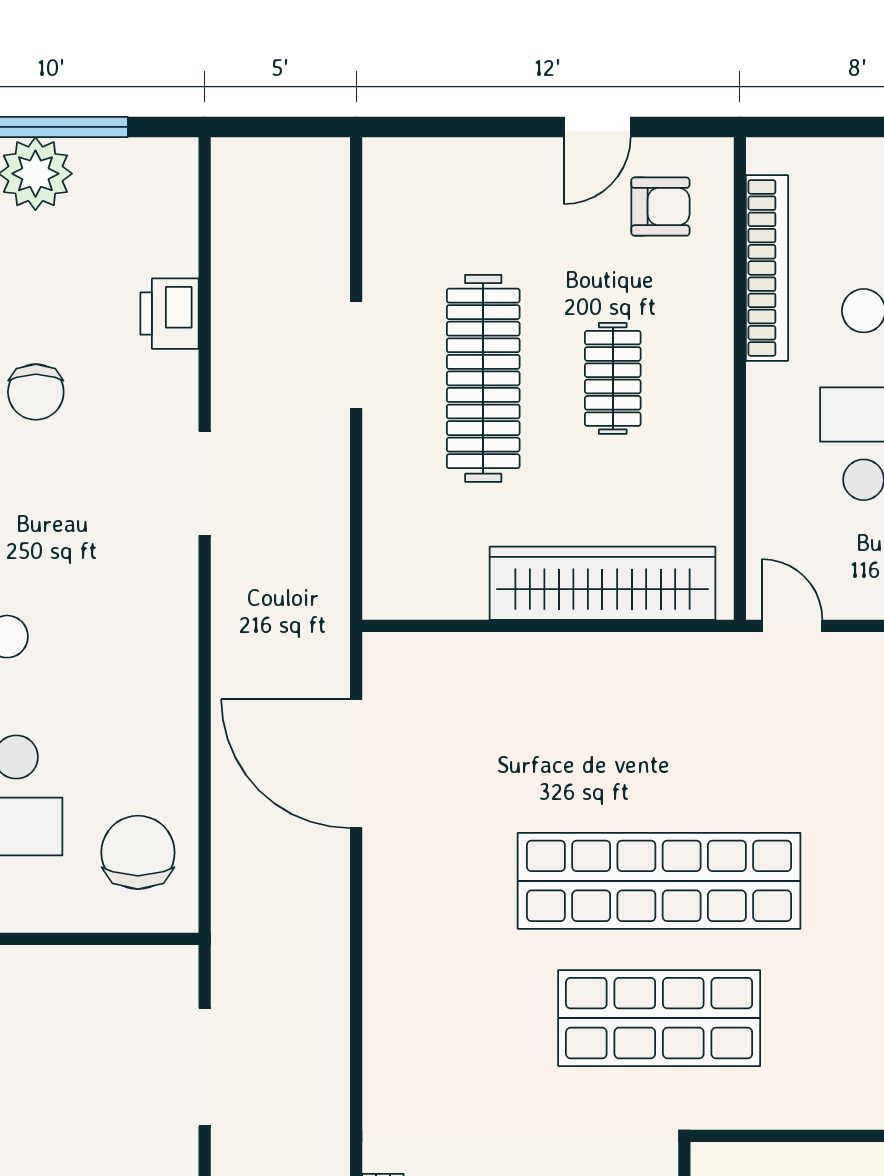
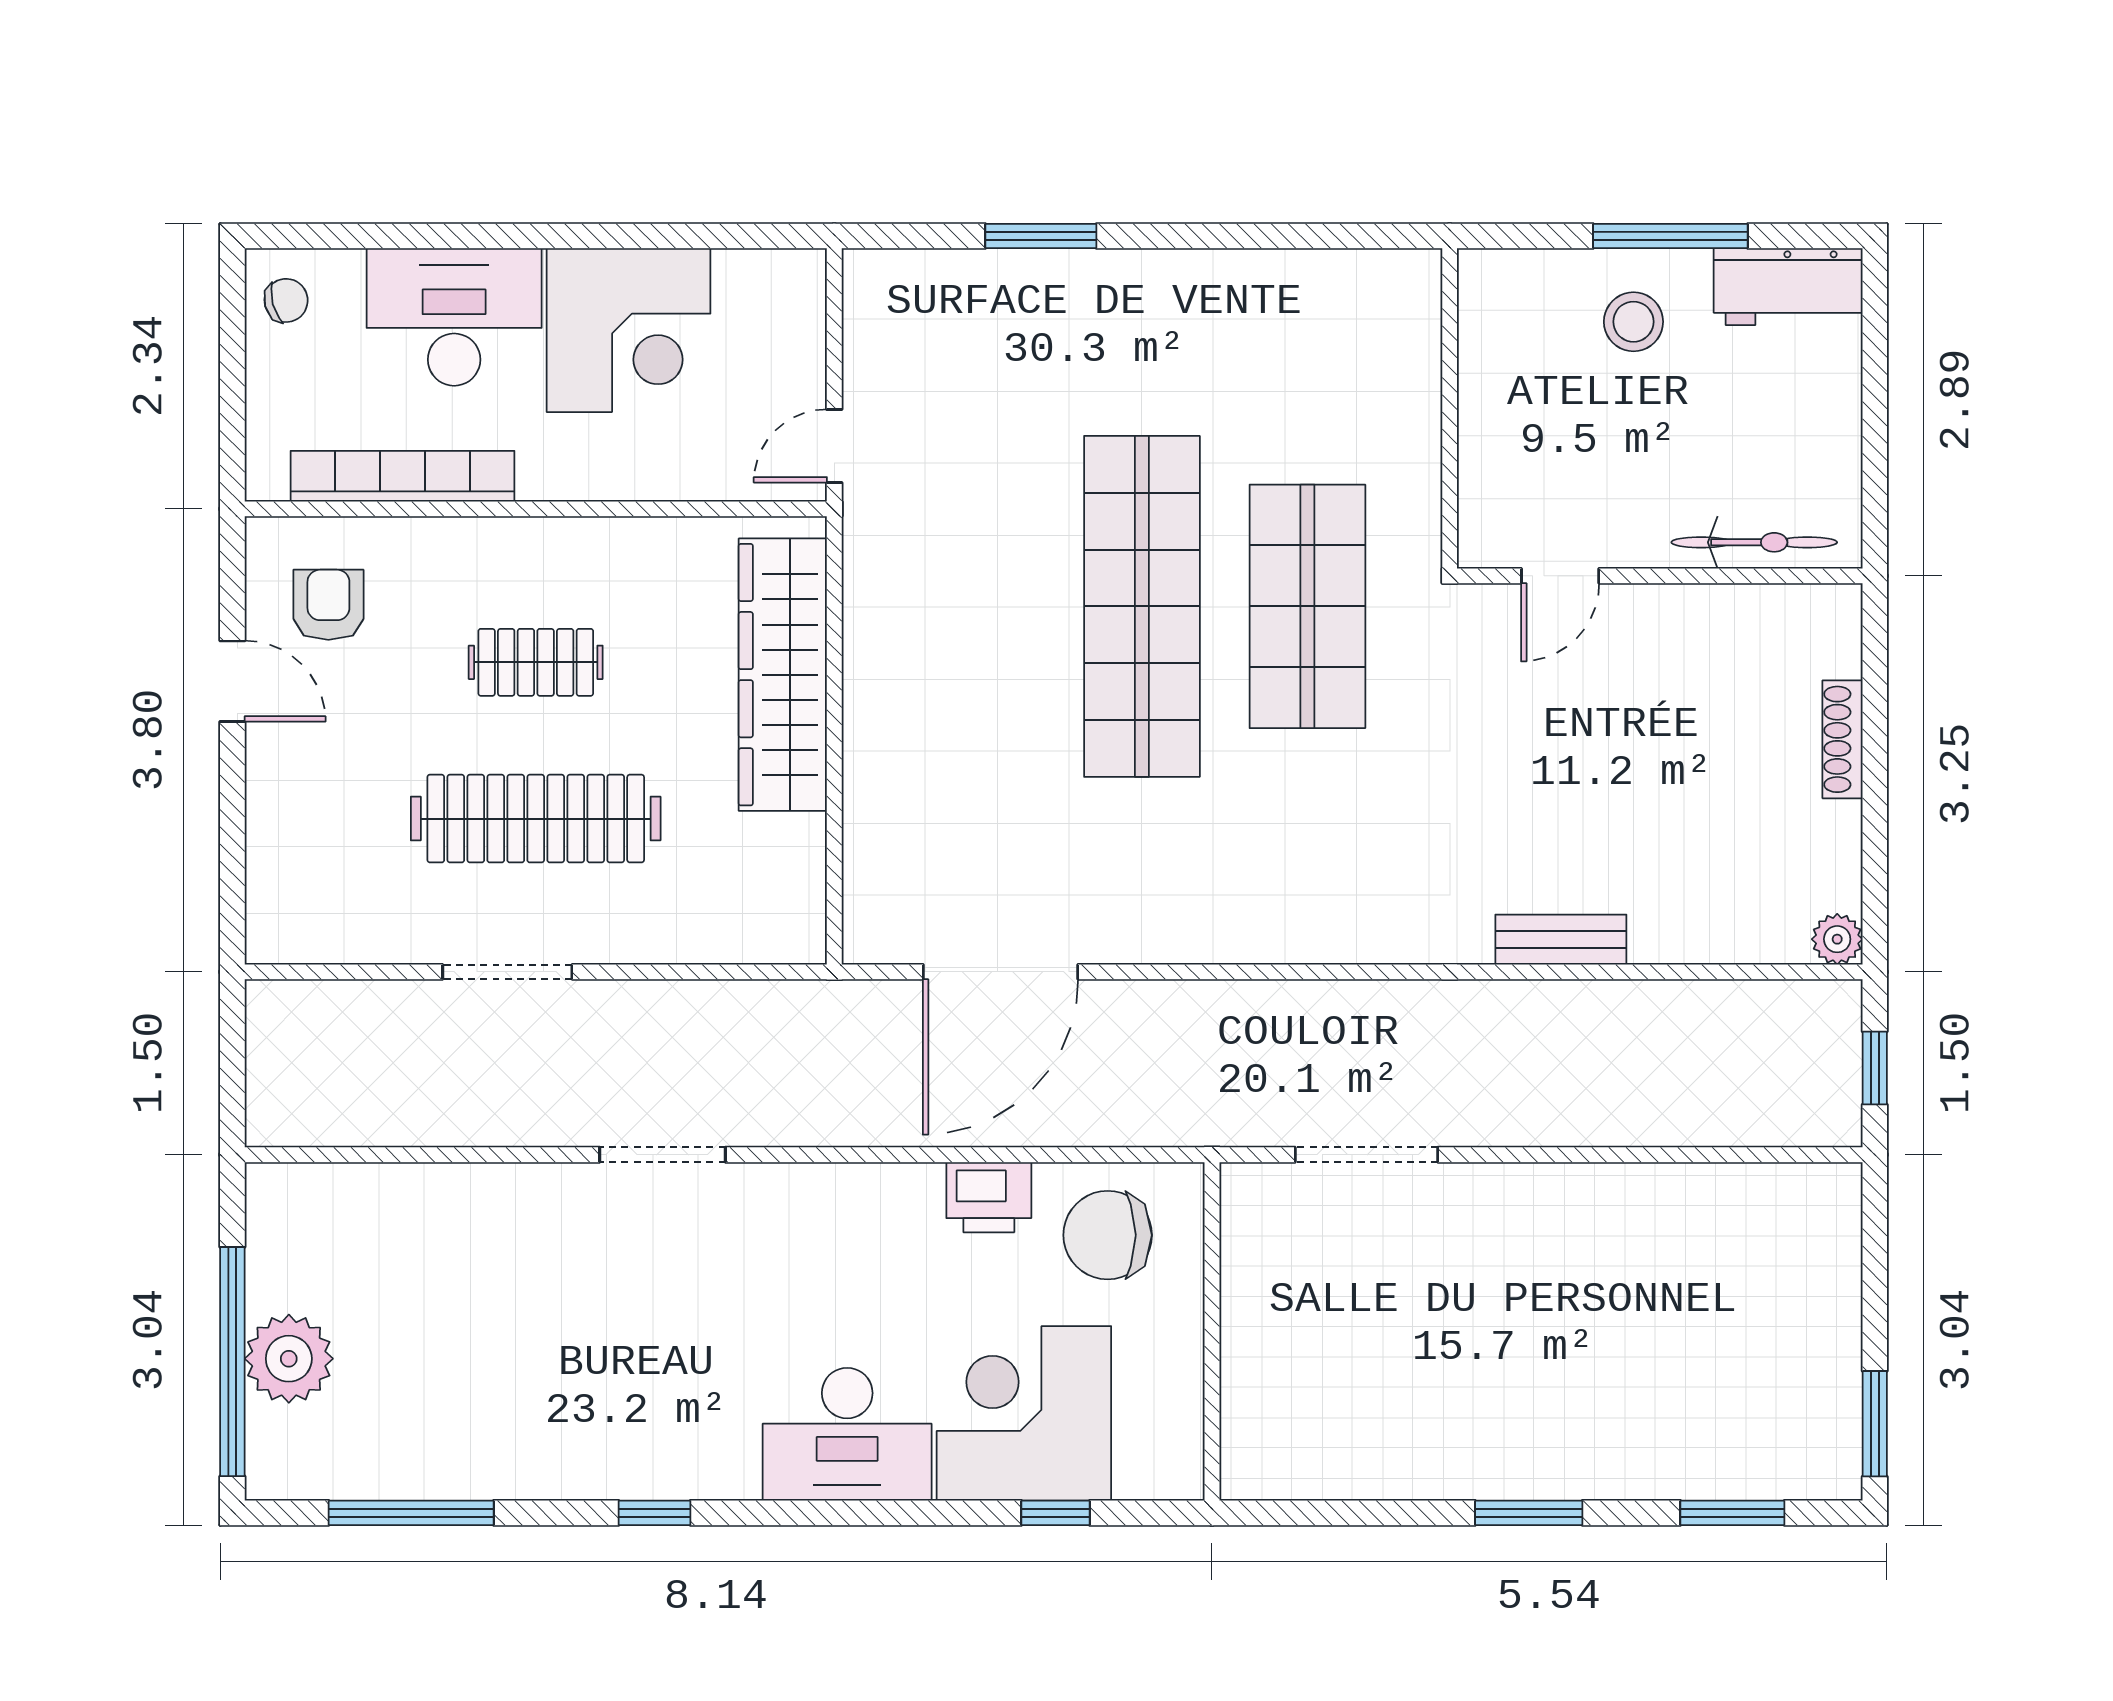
printer: (169, 314) -> (989, 1197), moved
chair: (36, 392) -> (552, 1358), removed

